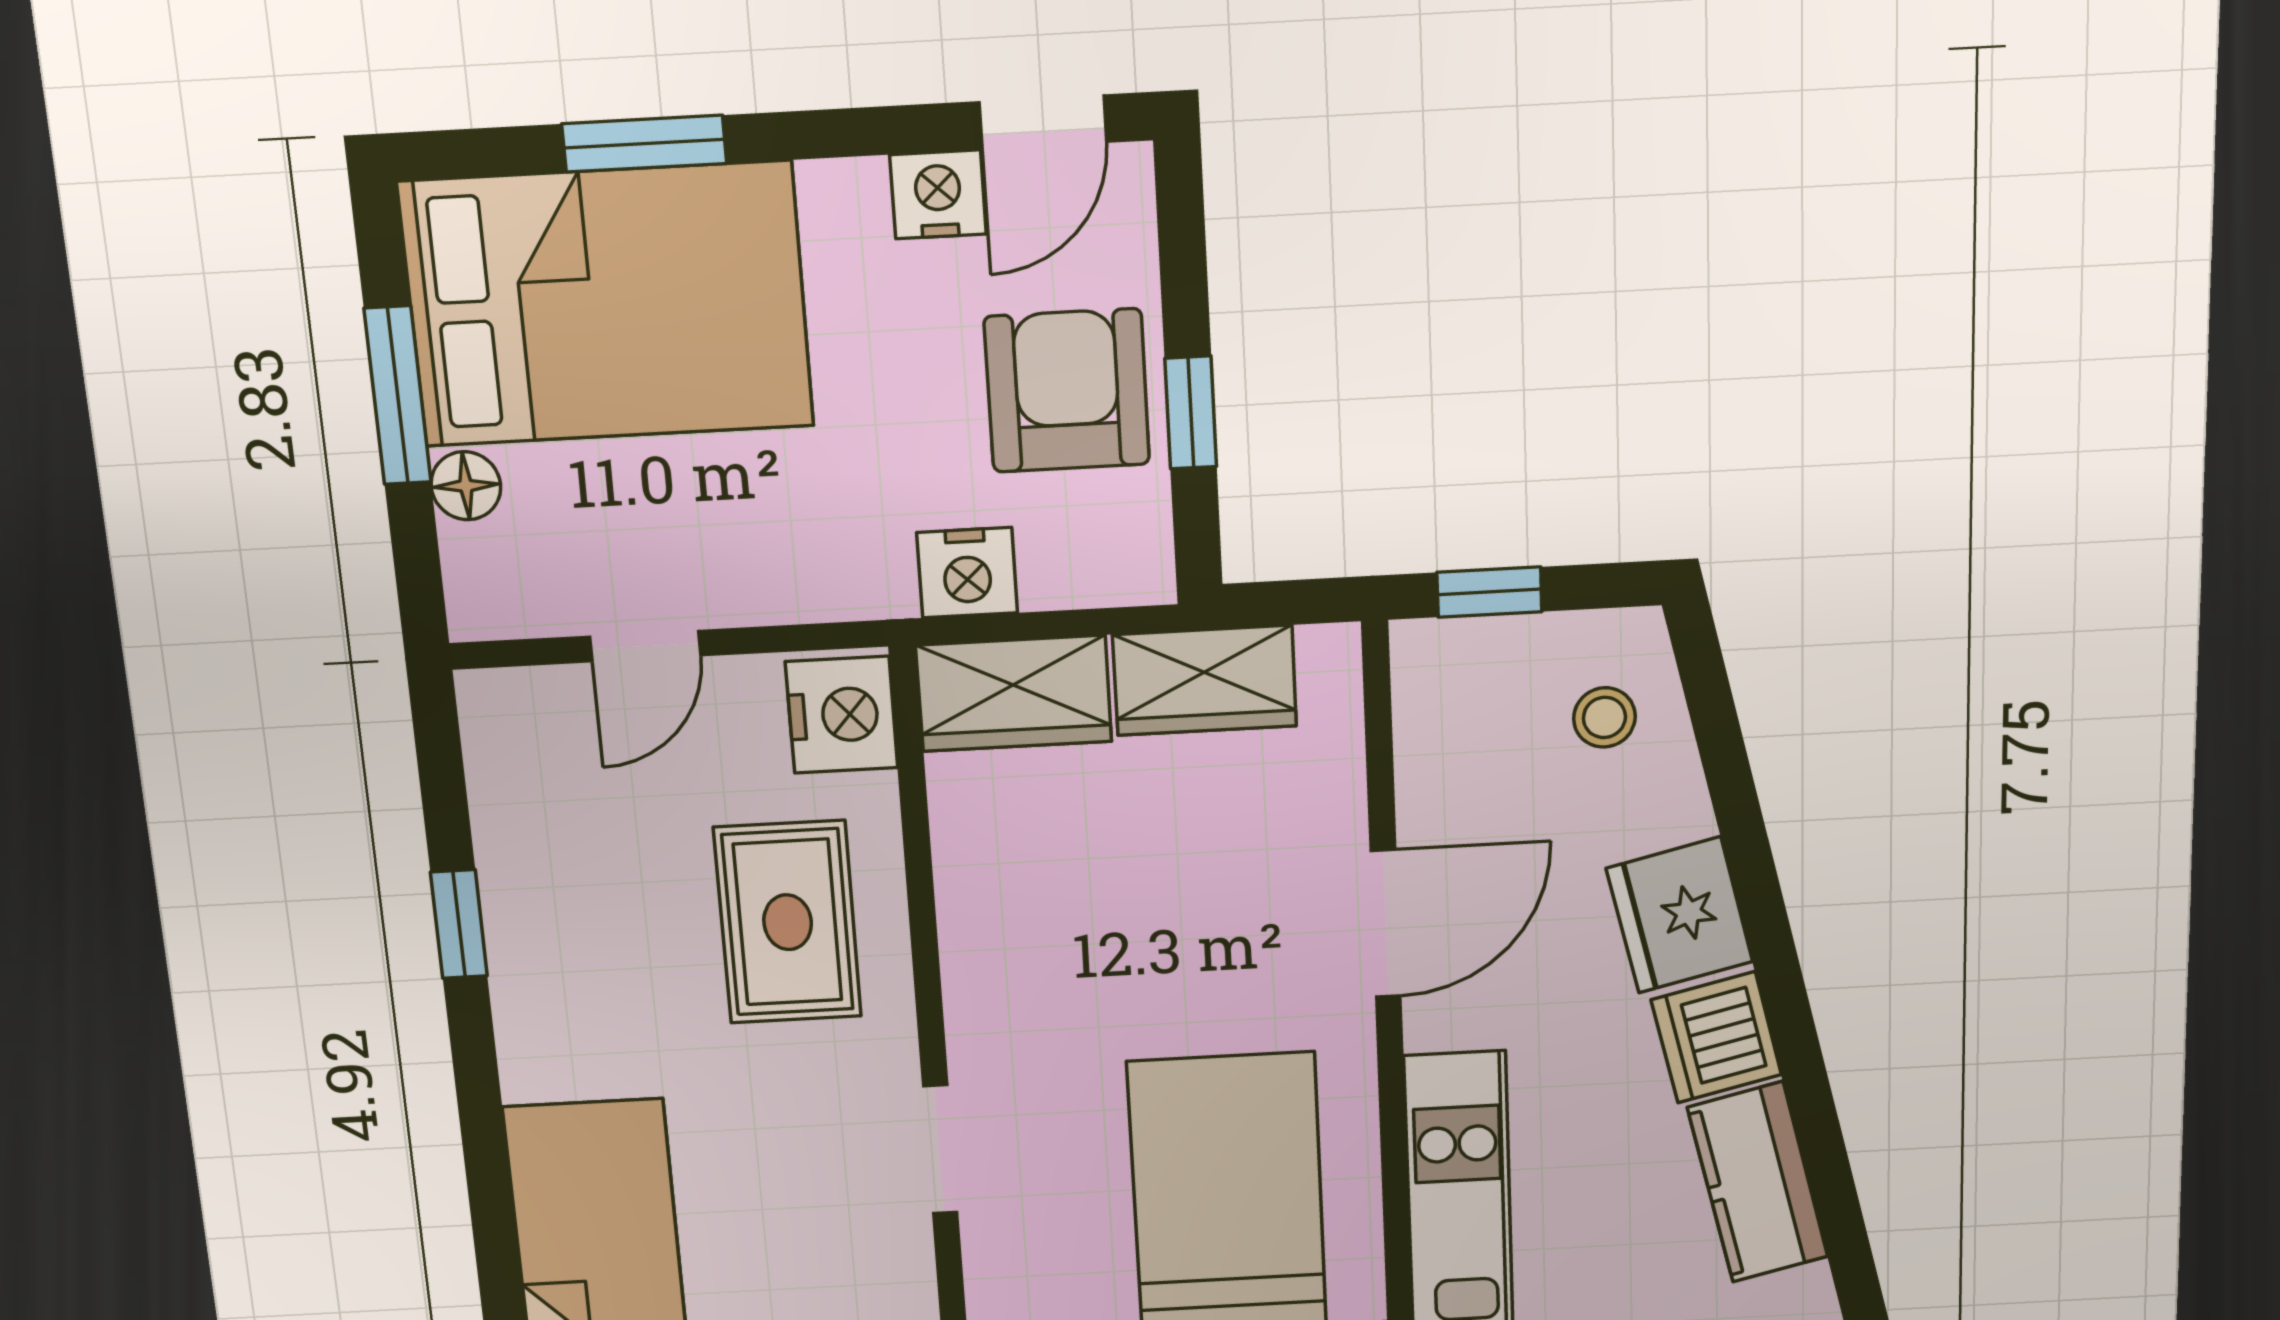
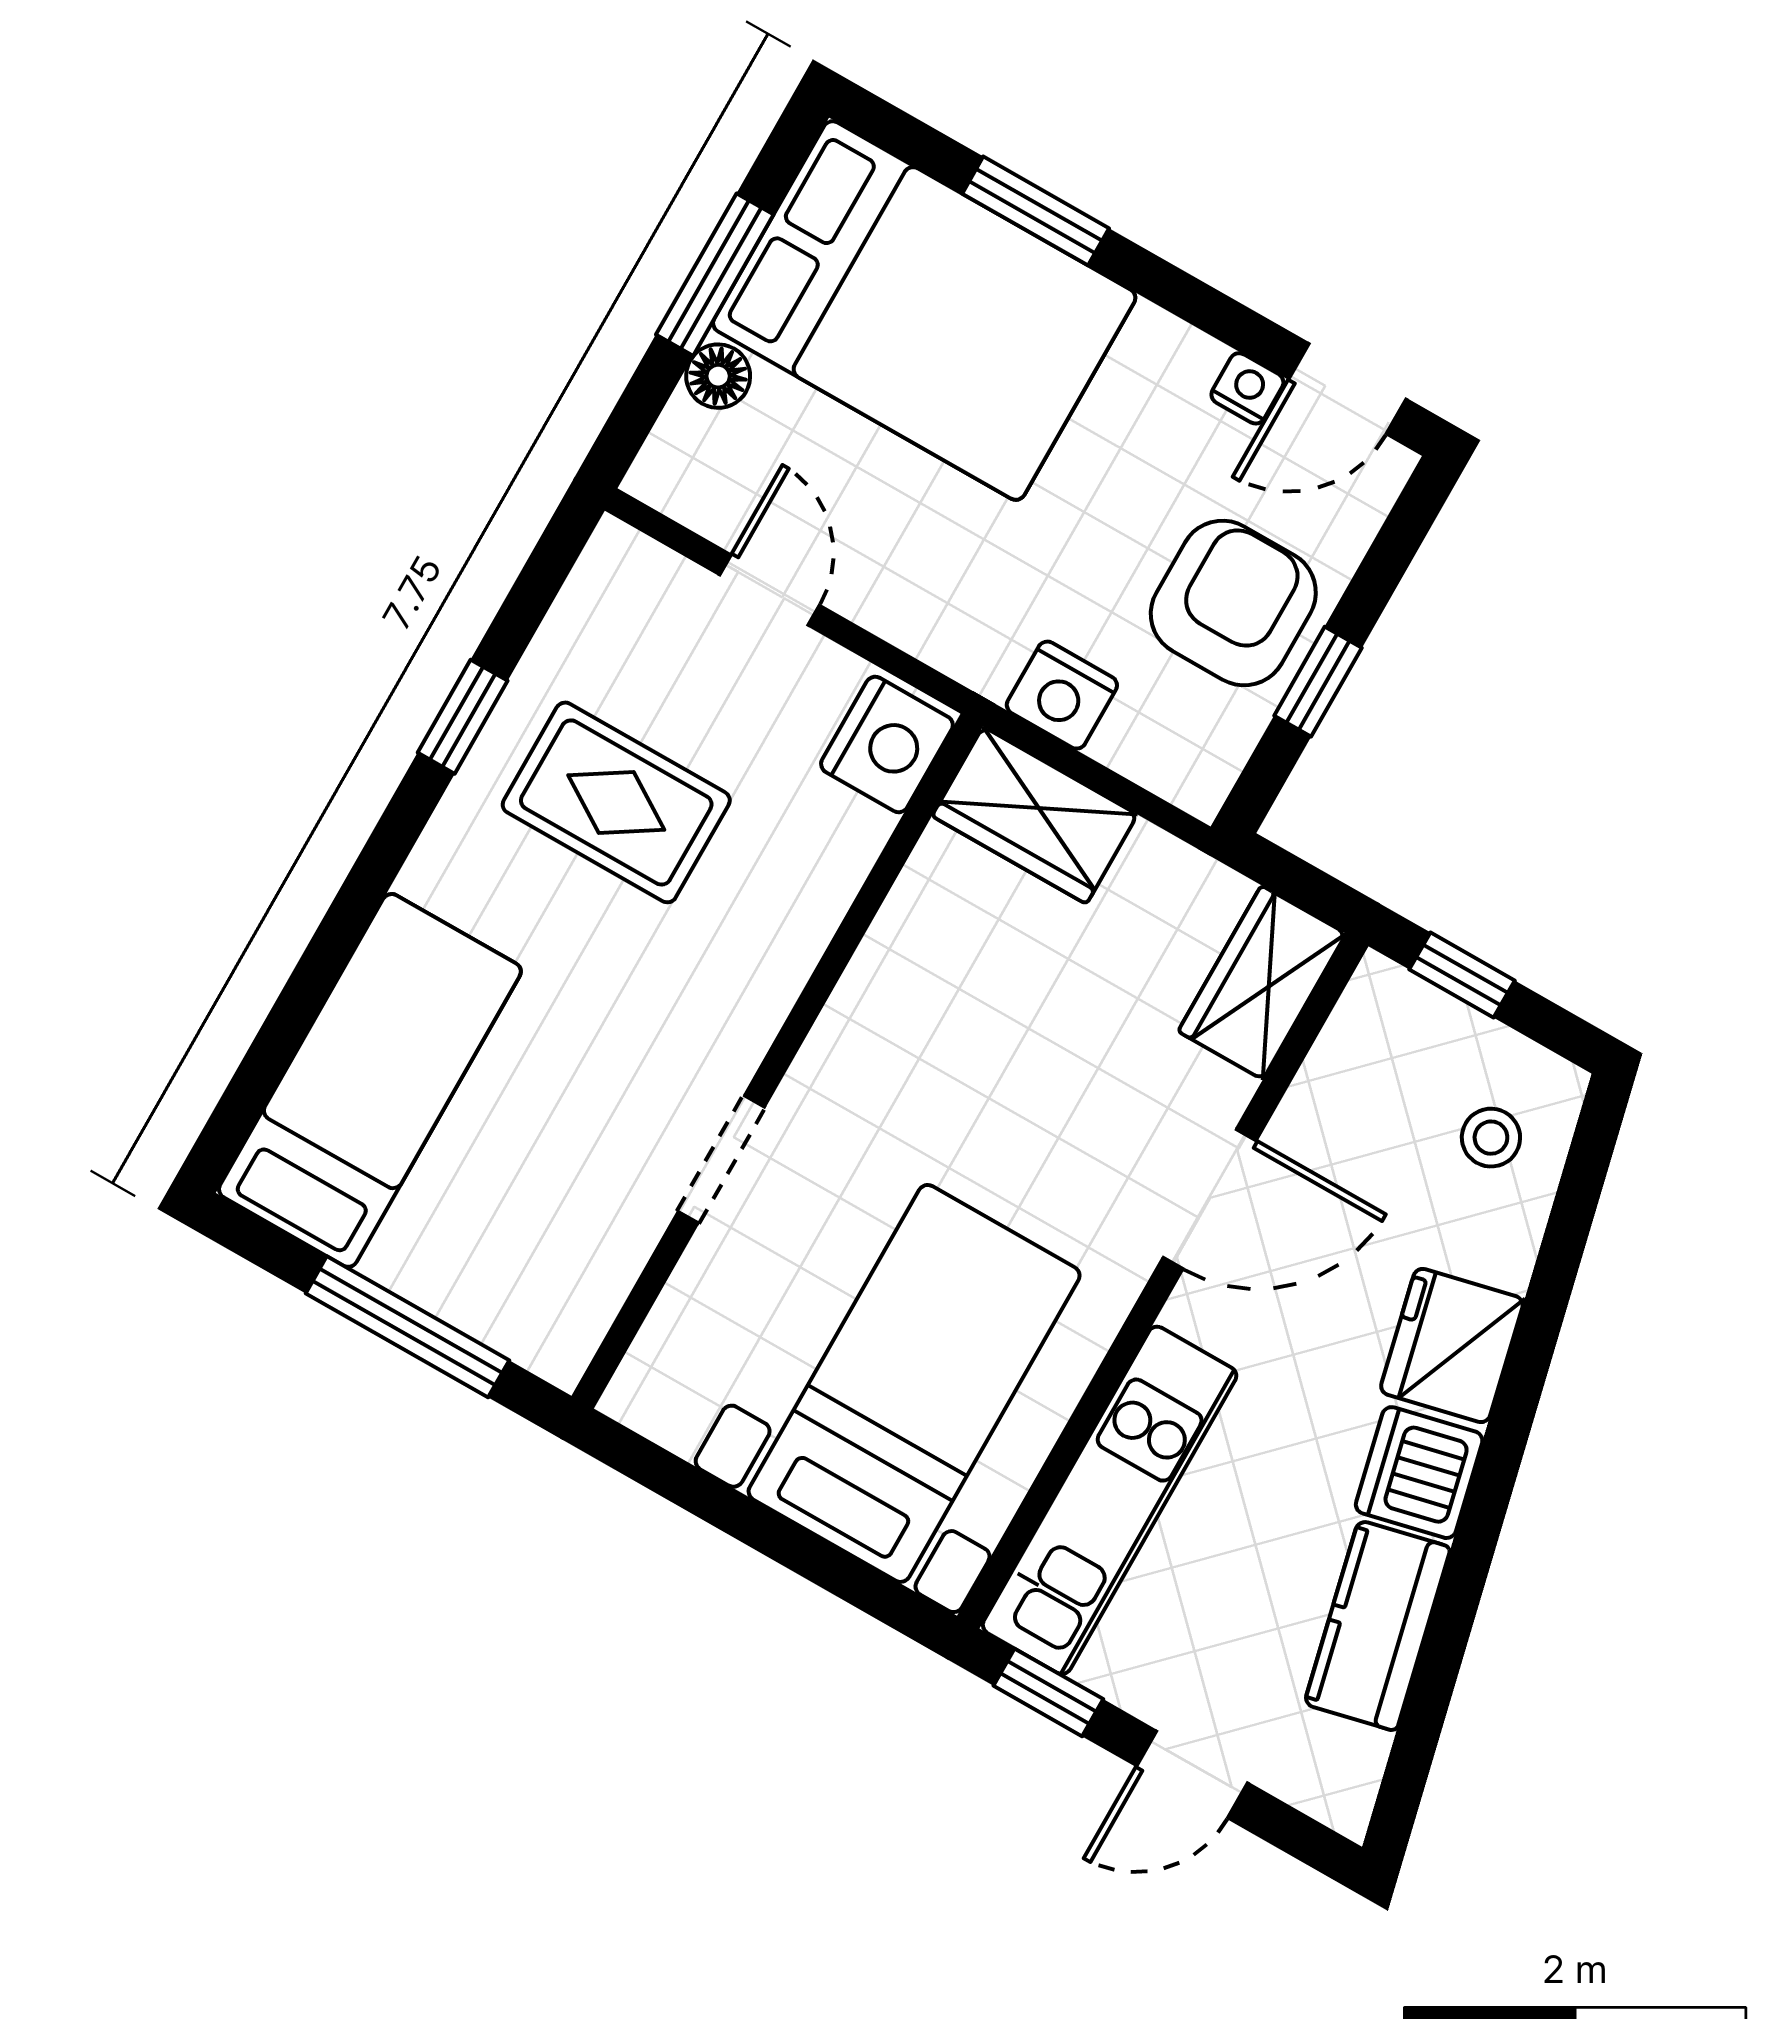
nightstand: (938, 194) -> (1247, 388), width x0.72, depth x0.74
door: (645, 646) -> (770, 590), swing flipped
wardrobe: (1205, 680) -> (1262, 983), moved, turned 90
rug: (788, 922) -> (616, 802), moved, turned 90

